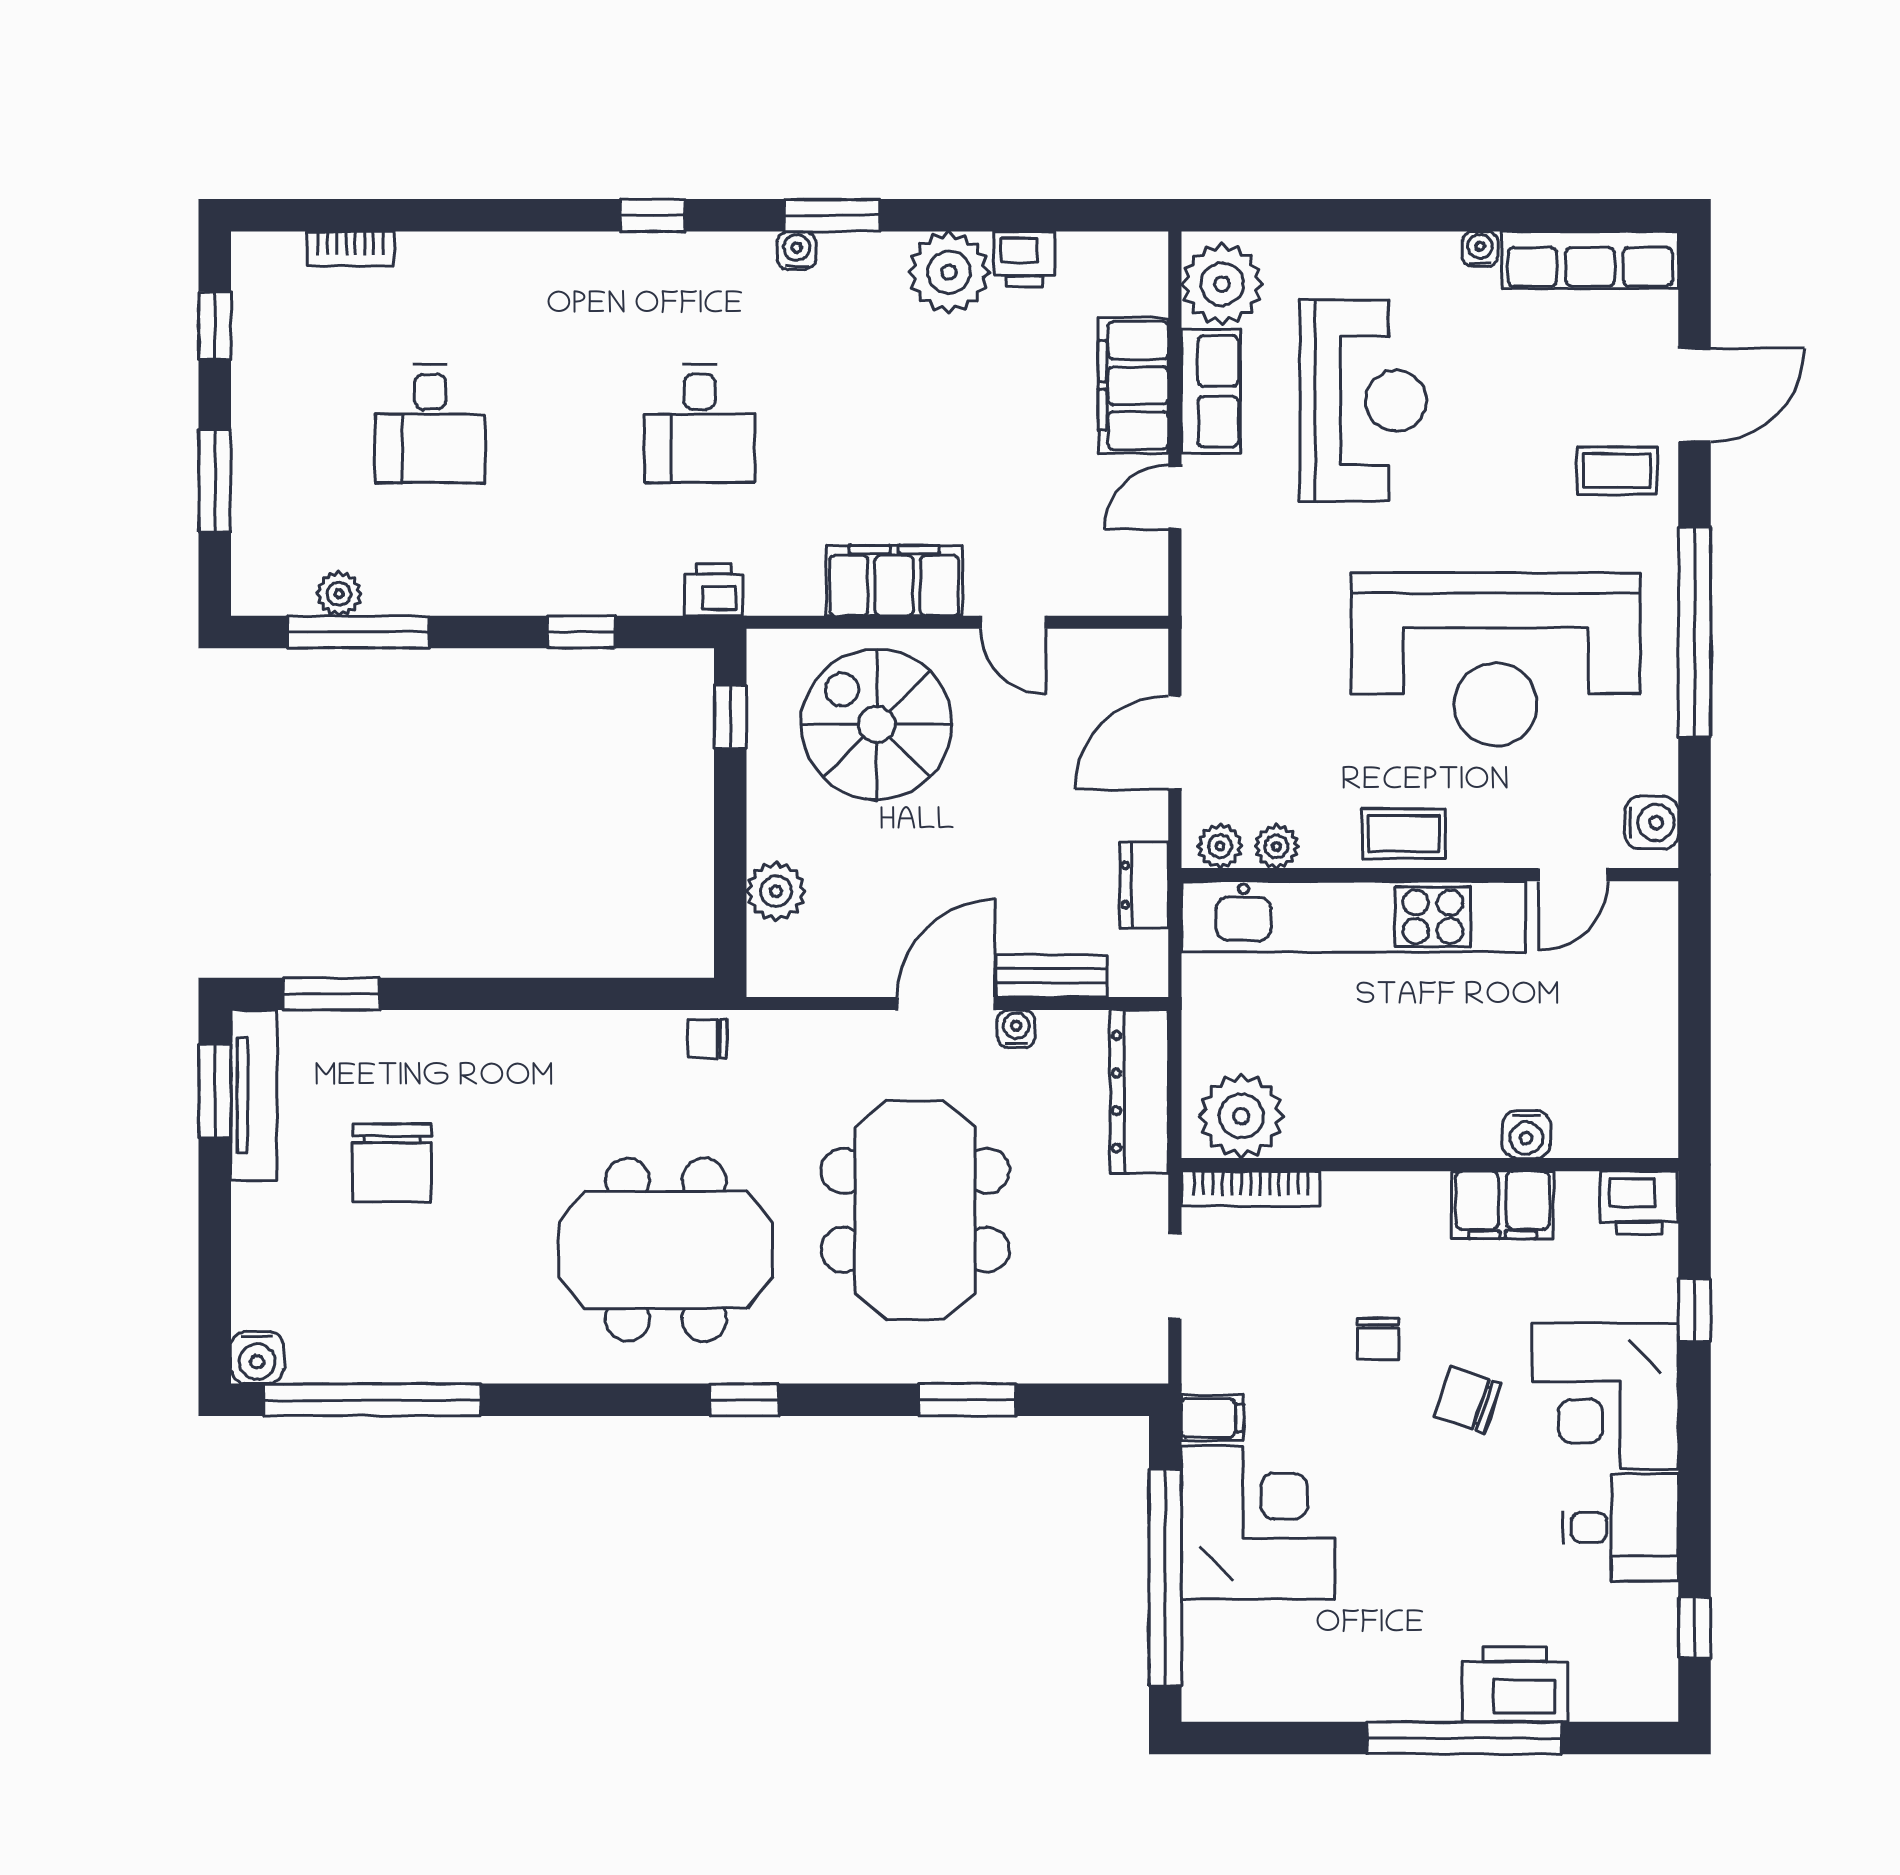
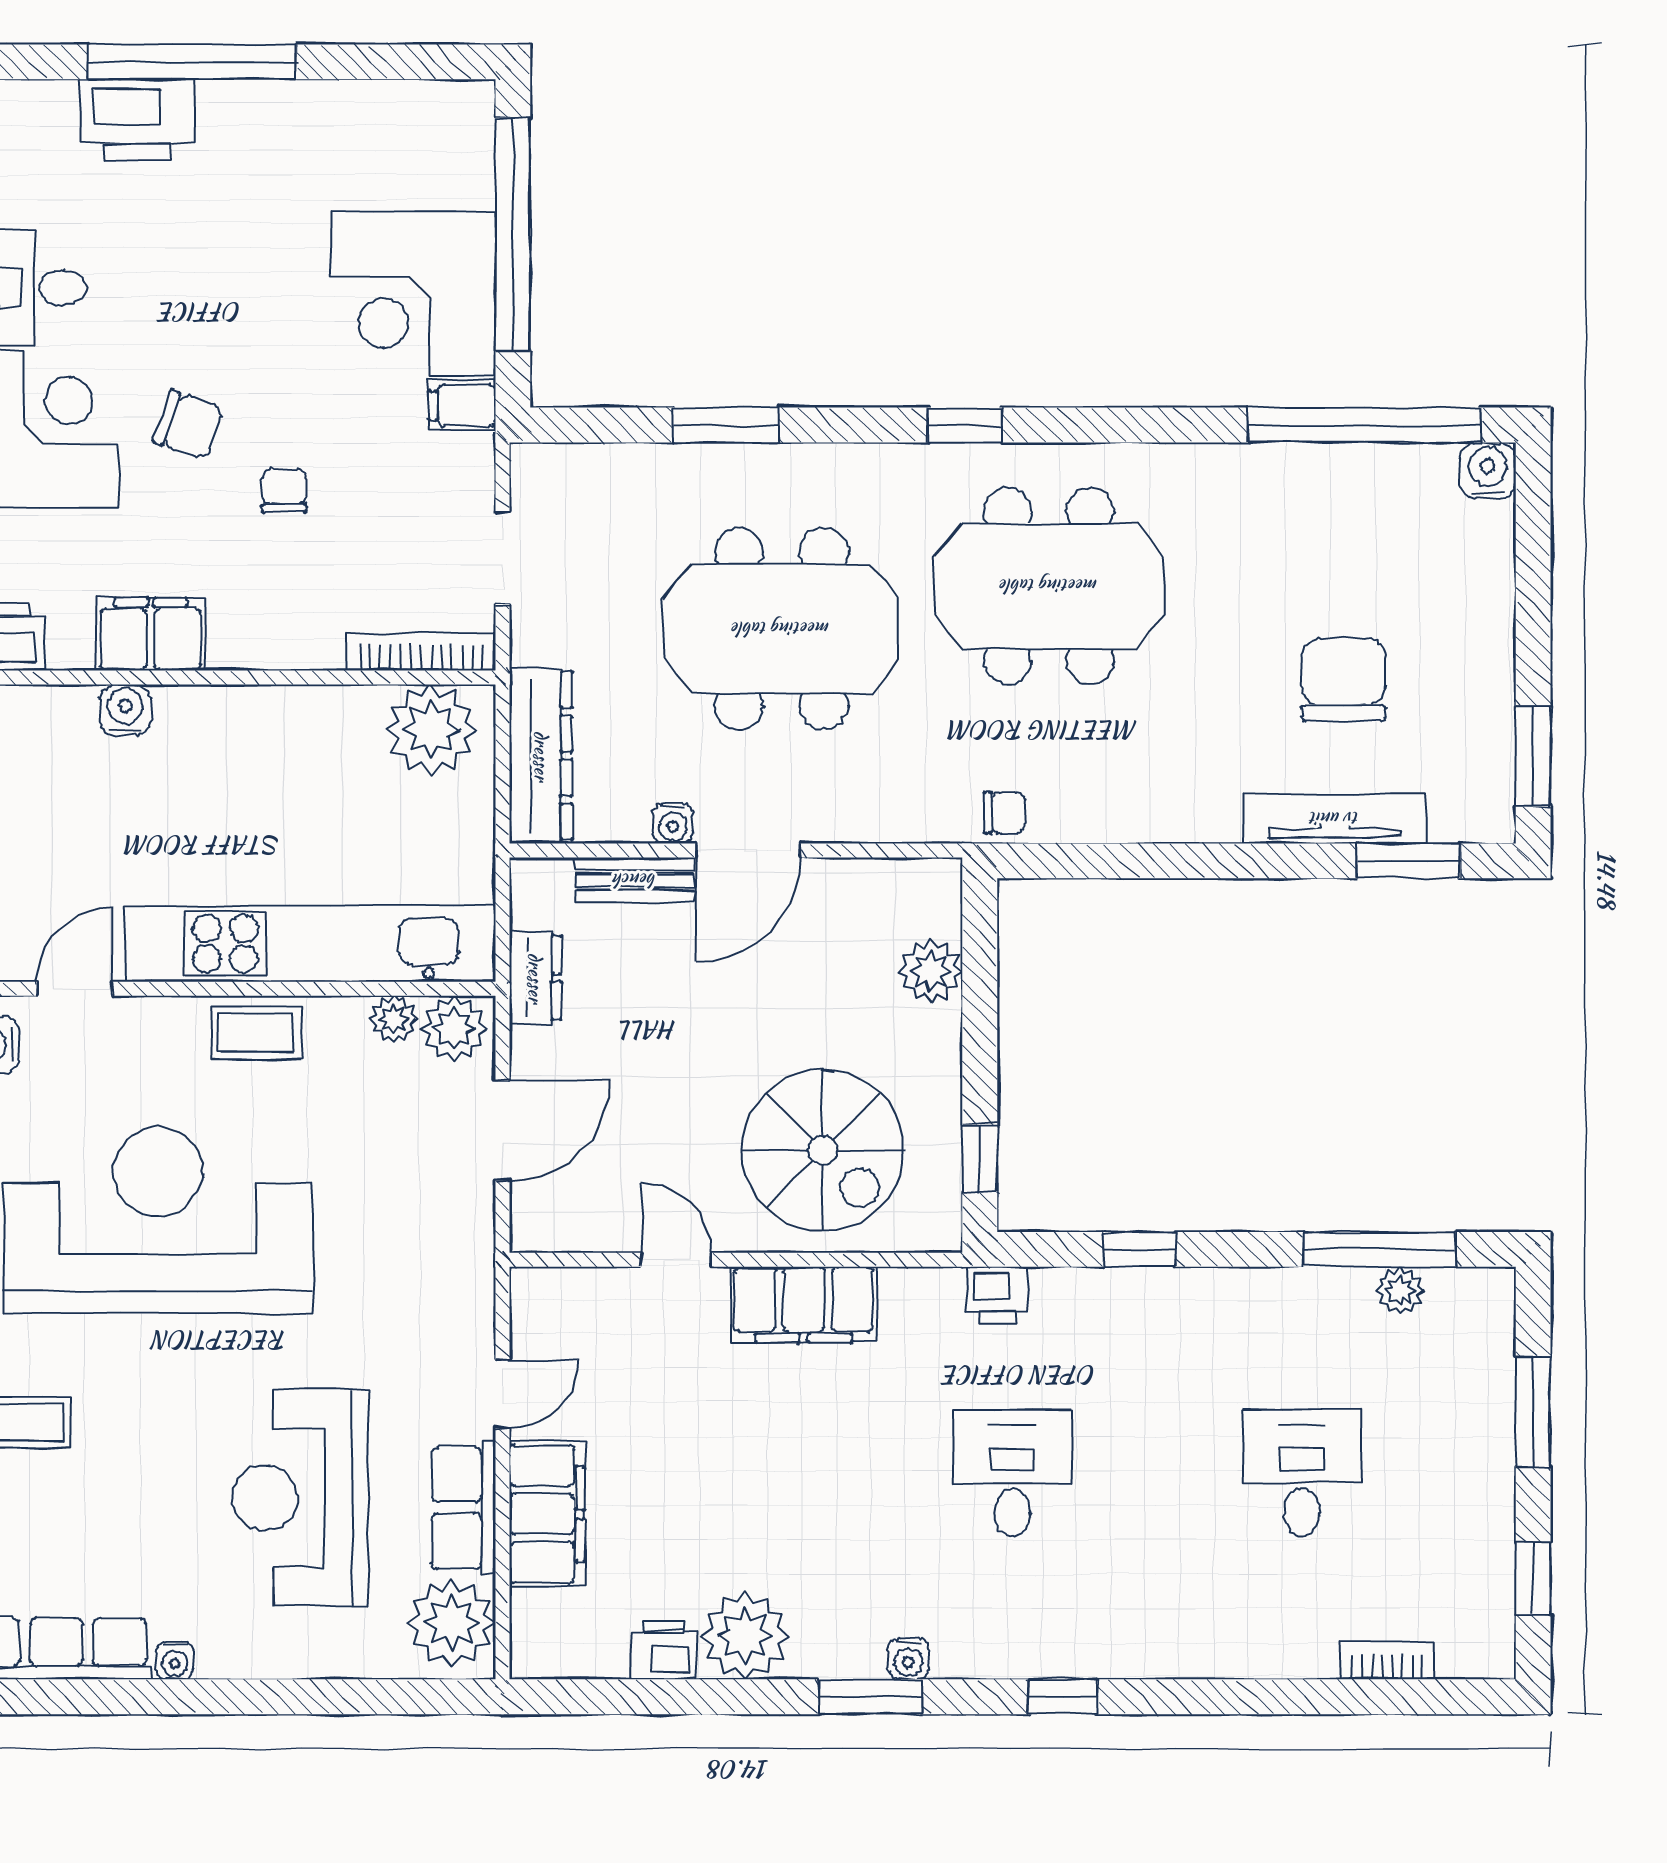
plant: (1220, 846) -> (454, 1028), width x1.38, depth x1.38
tv unit: (254, 1095) -> (1335, 819), moved, turned 90
meeting table: (915, 1210) -> (781, 629), turned 90

